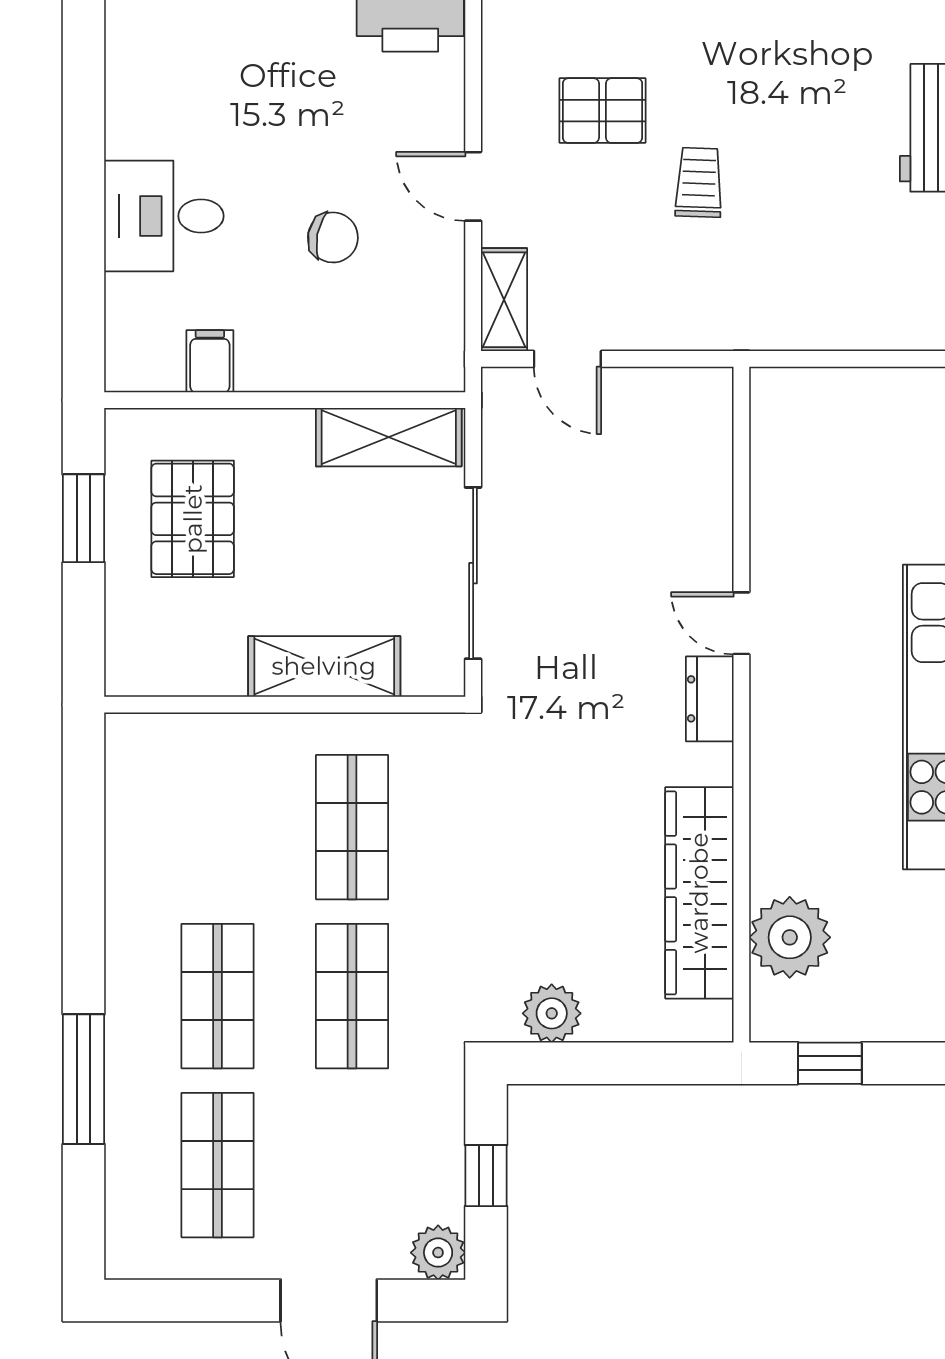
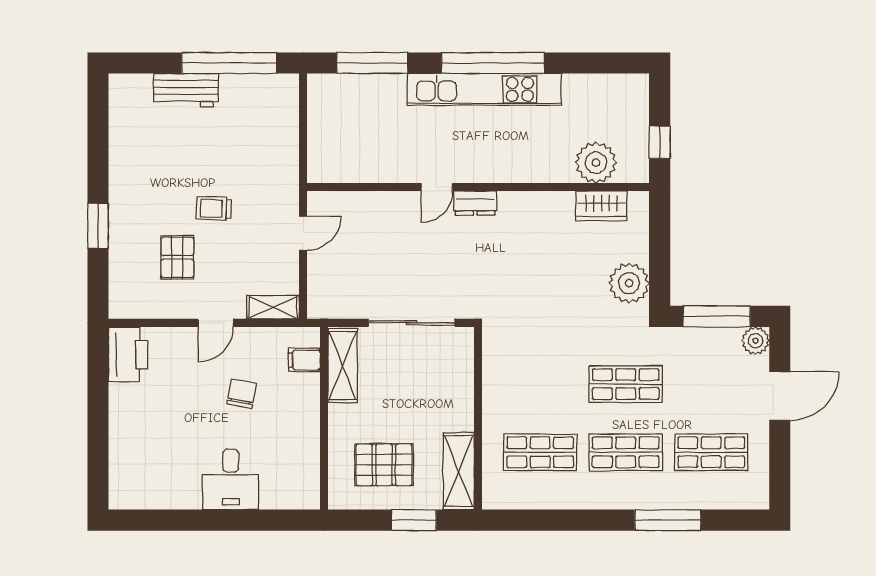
door: (567, 359) -> (303, 233), moved
filing cabinet: (210, 361) -> (304, 360), moved
window: (84, 518) -> (414, 520), moved
shelving: (324, 666) -> (459, 471), moved
shop shelf: (352, 827) -> (540, 452), moved
wardrobe: (699, 893) -> (601, 206), width x0.48, depth x0.85
plant: (552, 1013) -> (629, 283), width x1.36, depth x1.36
window: (486, 1176) -> (717, 316), width x2.17

